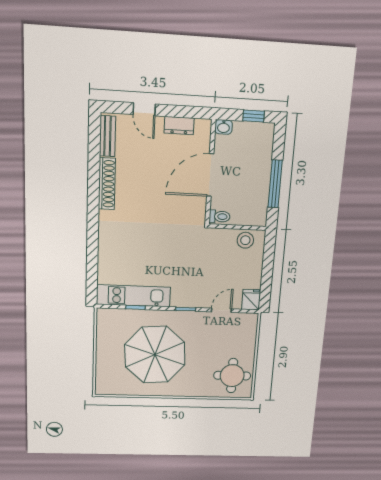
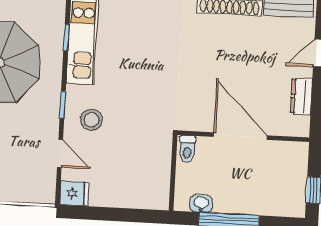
washbasin: (224, 127) -> (201, 204), moved, turned 90
stool: (245, 240) -> (91, 120), moved

